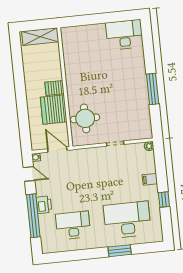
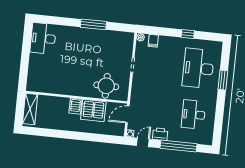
filing cabinet: (150, 179) -> (153, 41), moved
printer: (44, 205) -> (160, 134), moved

